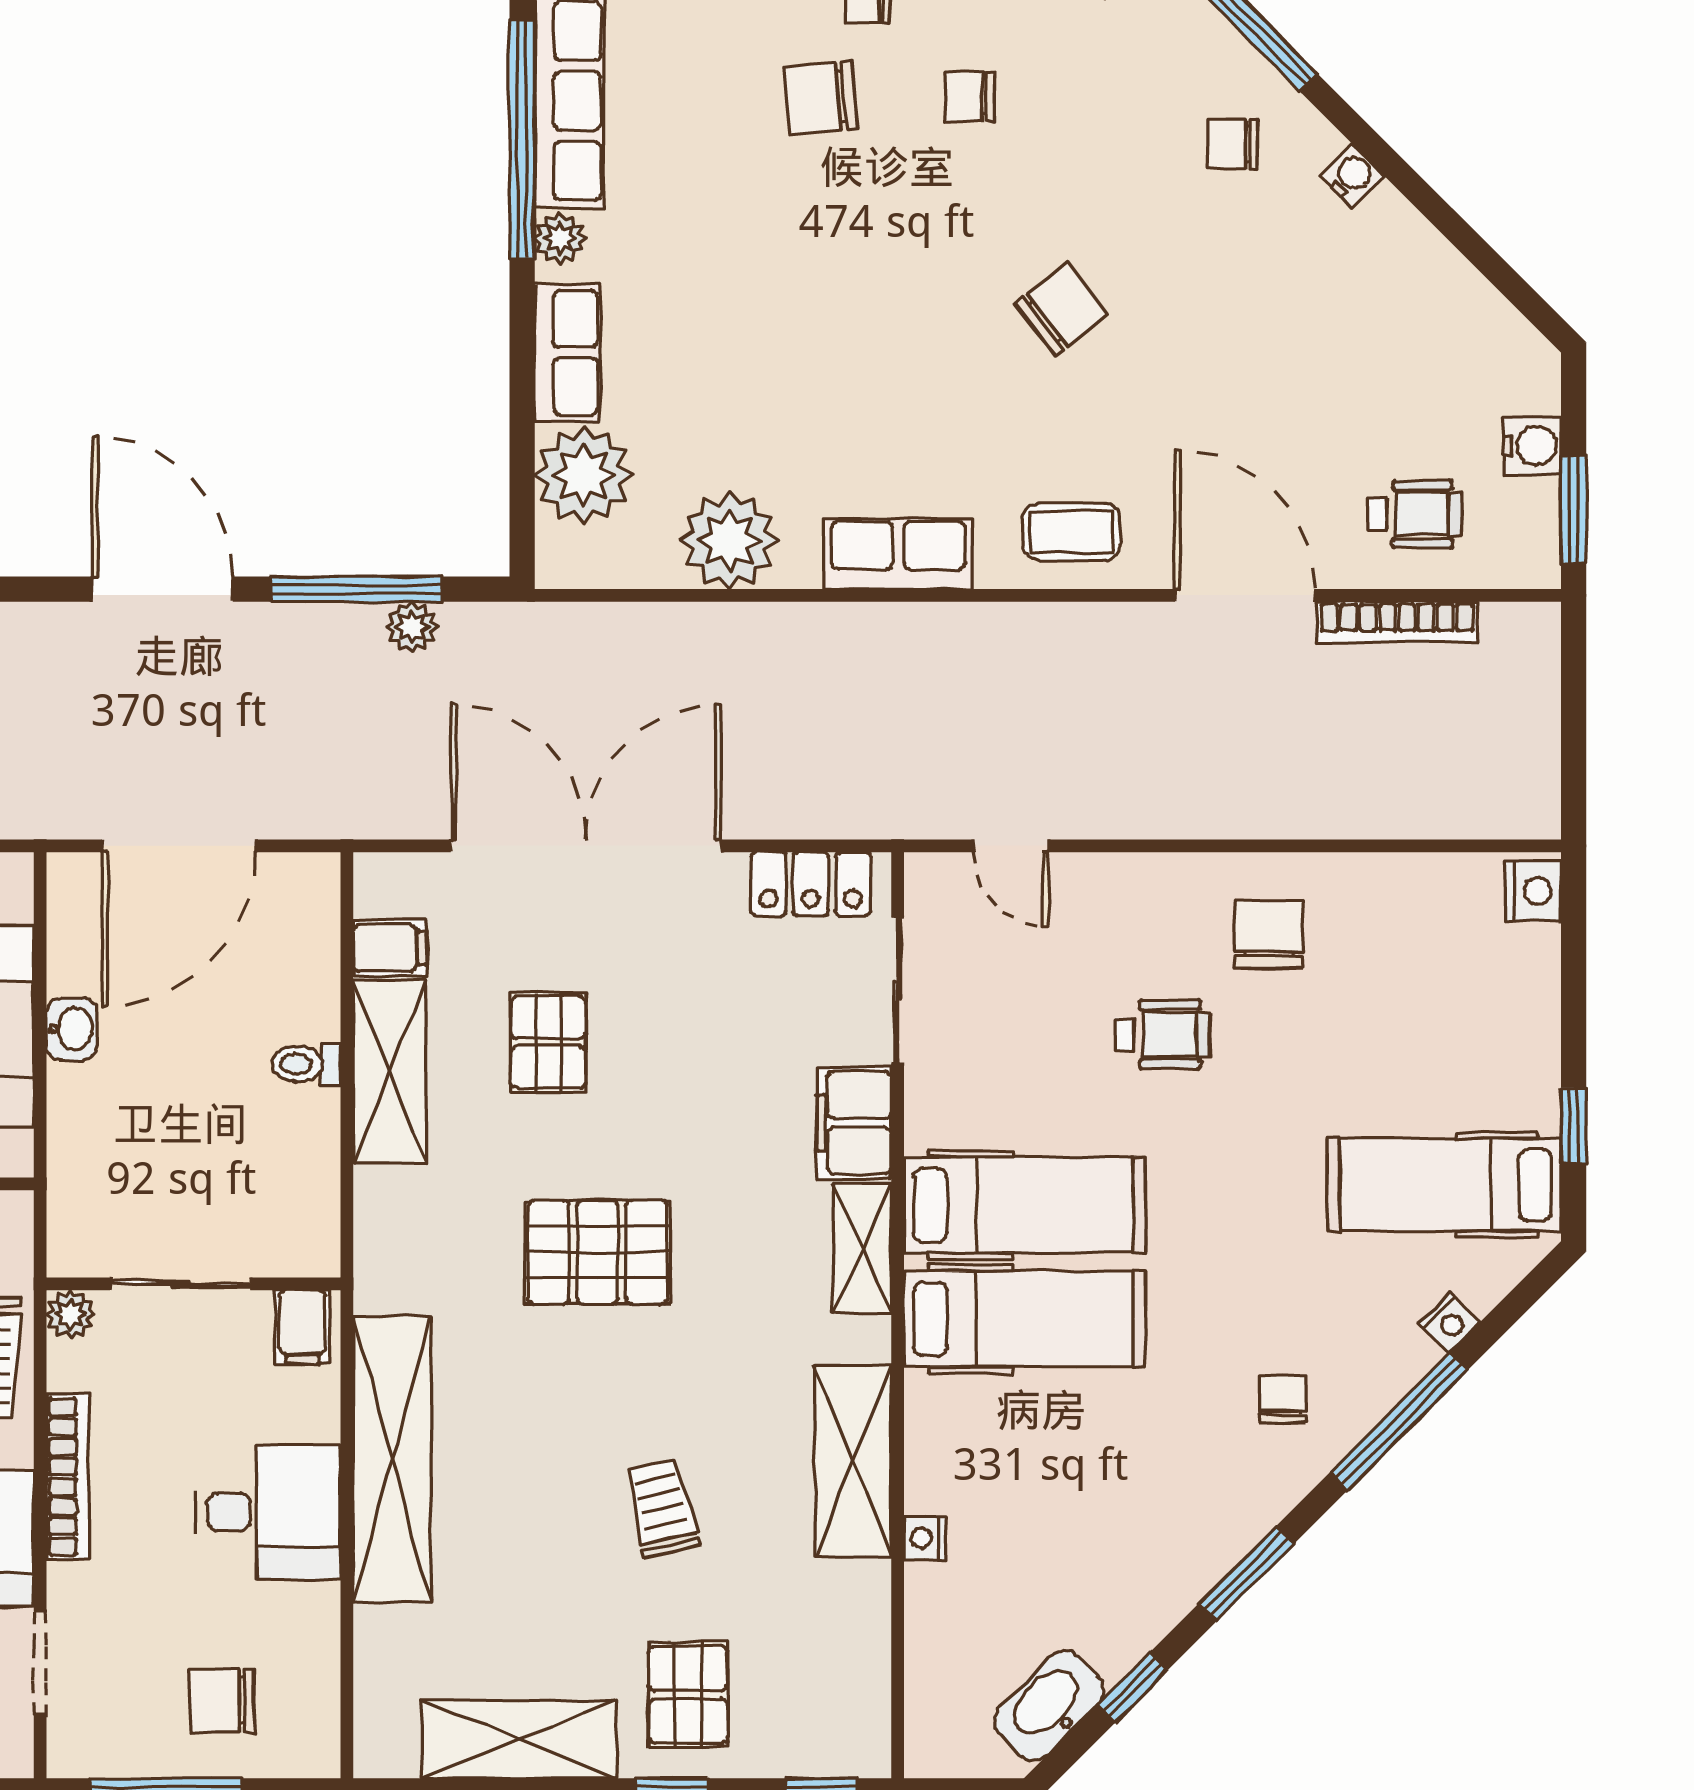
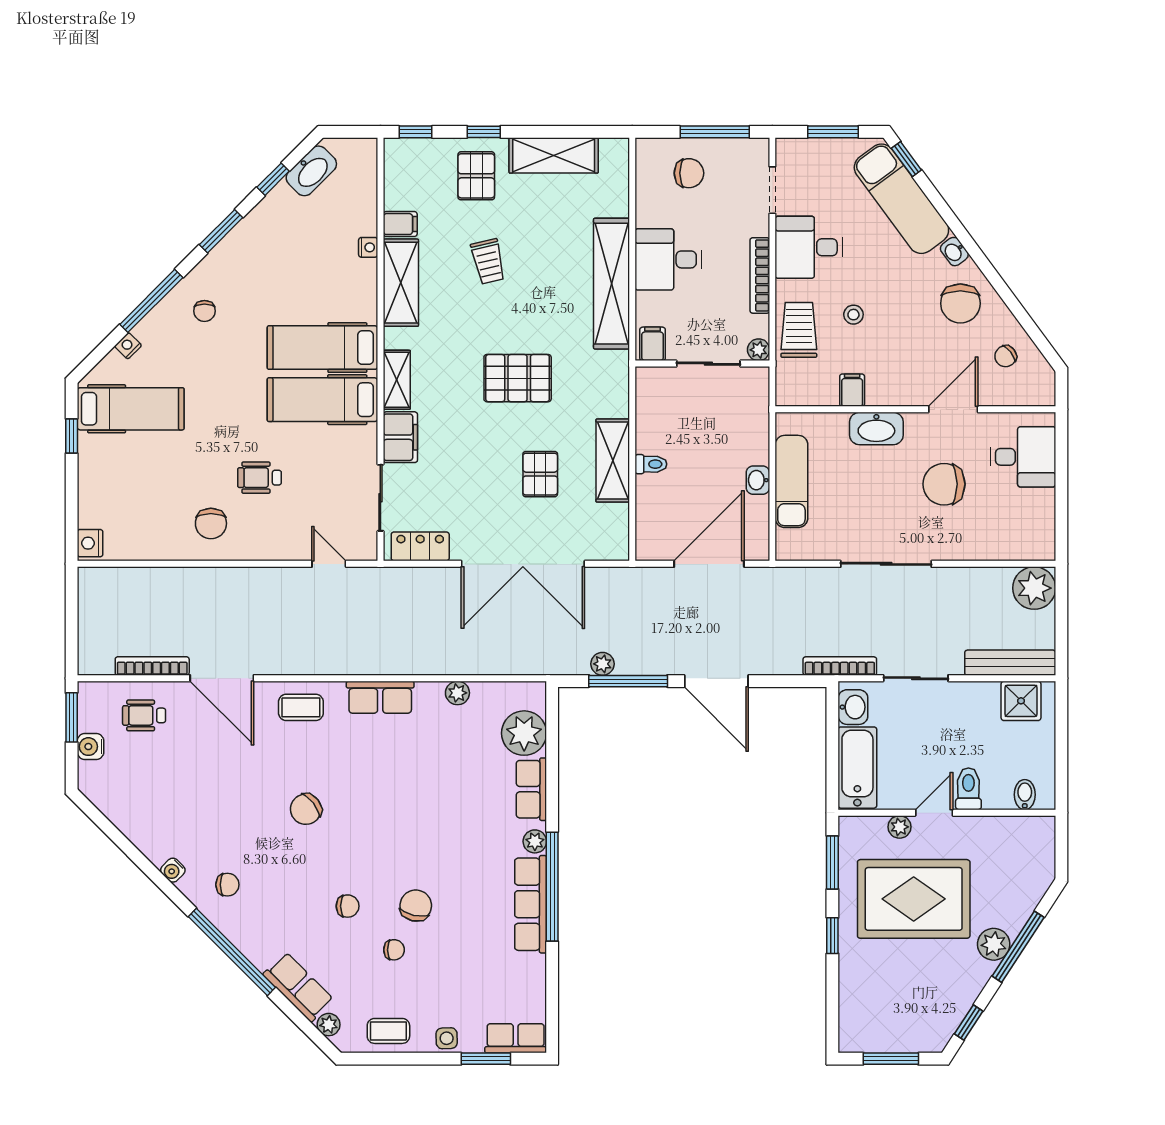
chair: (820, 98) -> (416, 906), turned -72
plant: (729, 540) -> (457, 693), width x0.53, depth x0.53
filing cabinet: (390, 948) -> (400, 224), moved, turned 180

